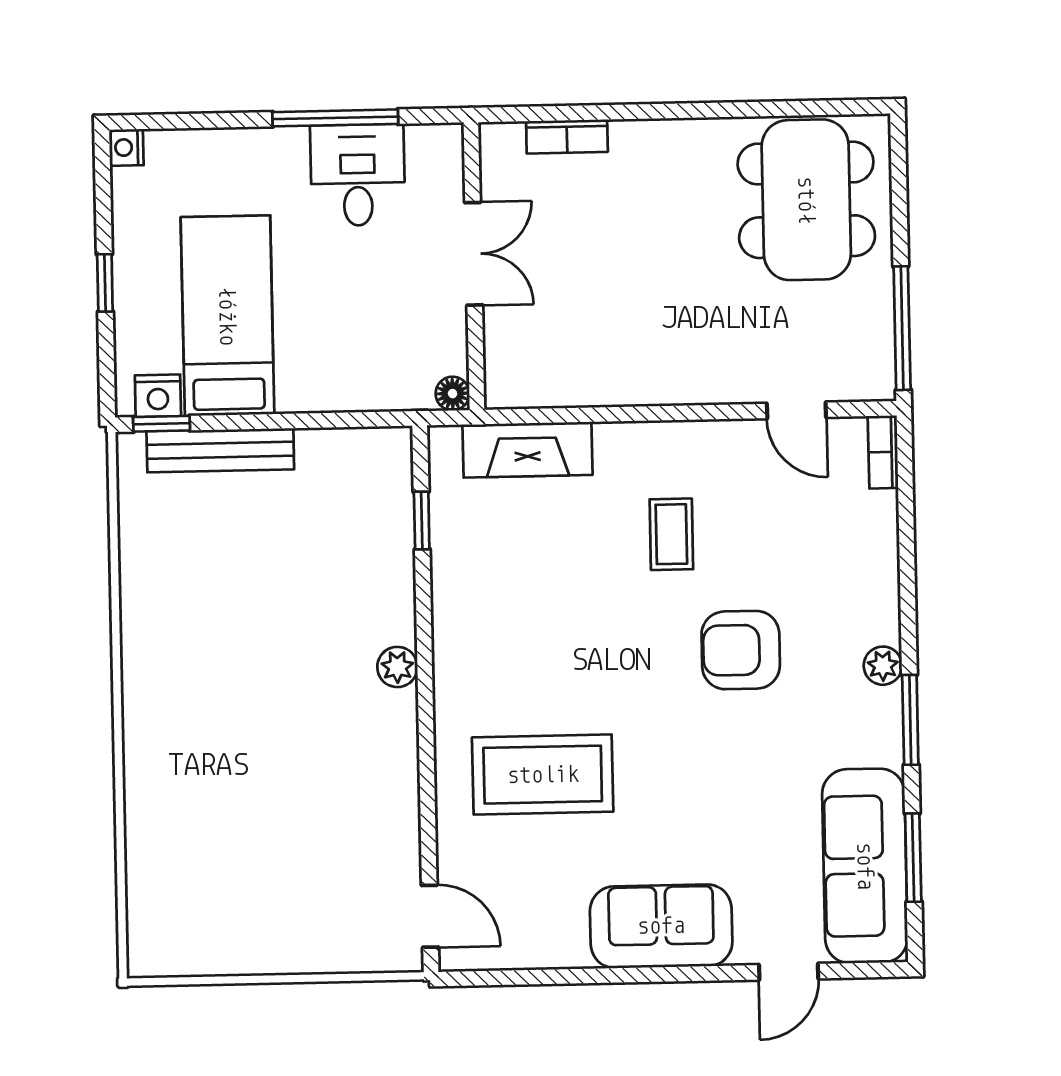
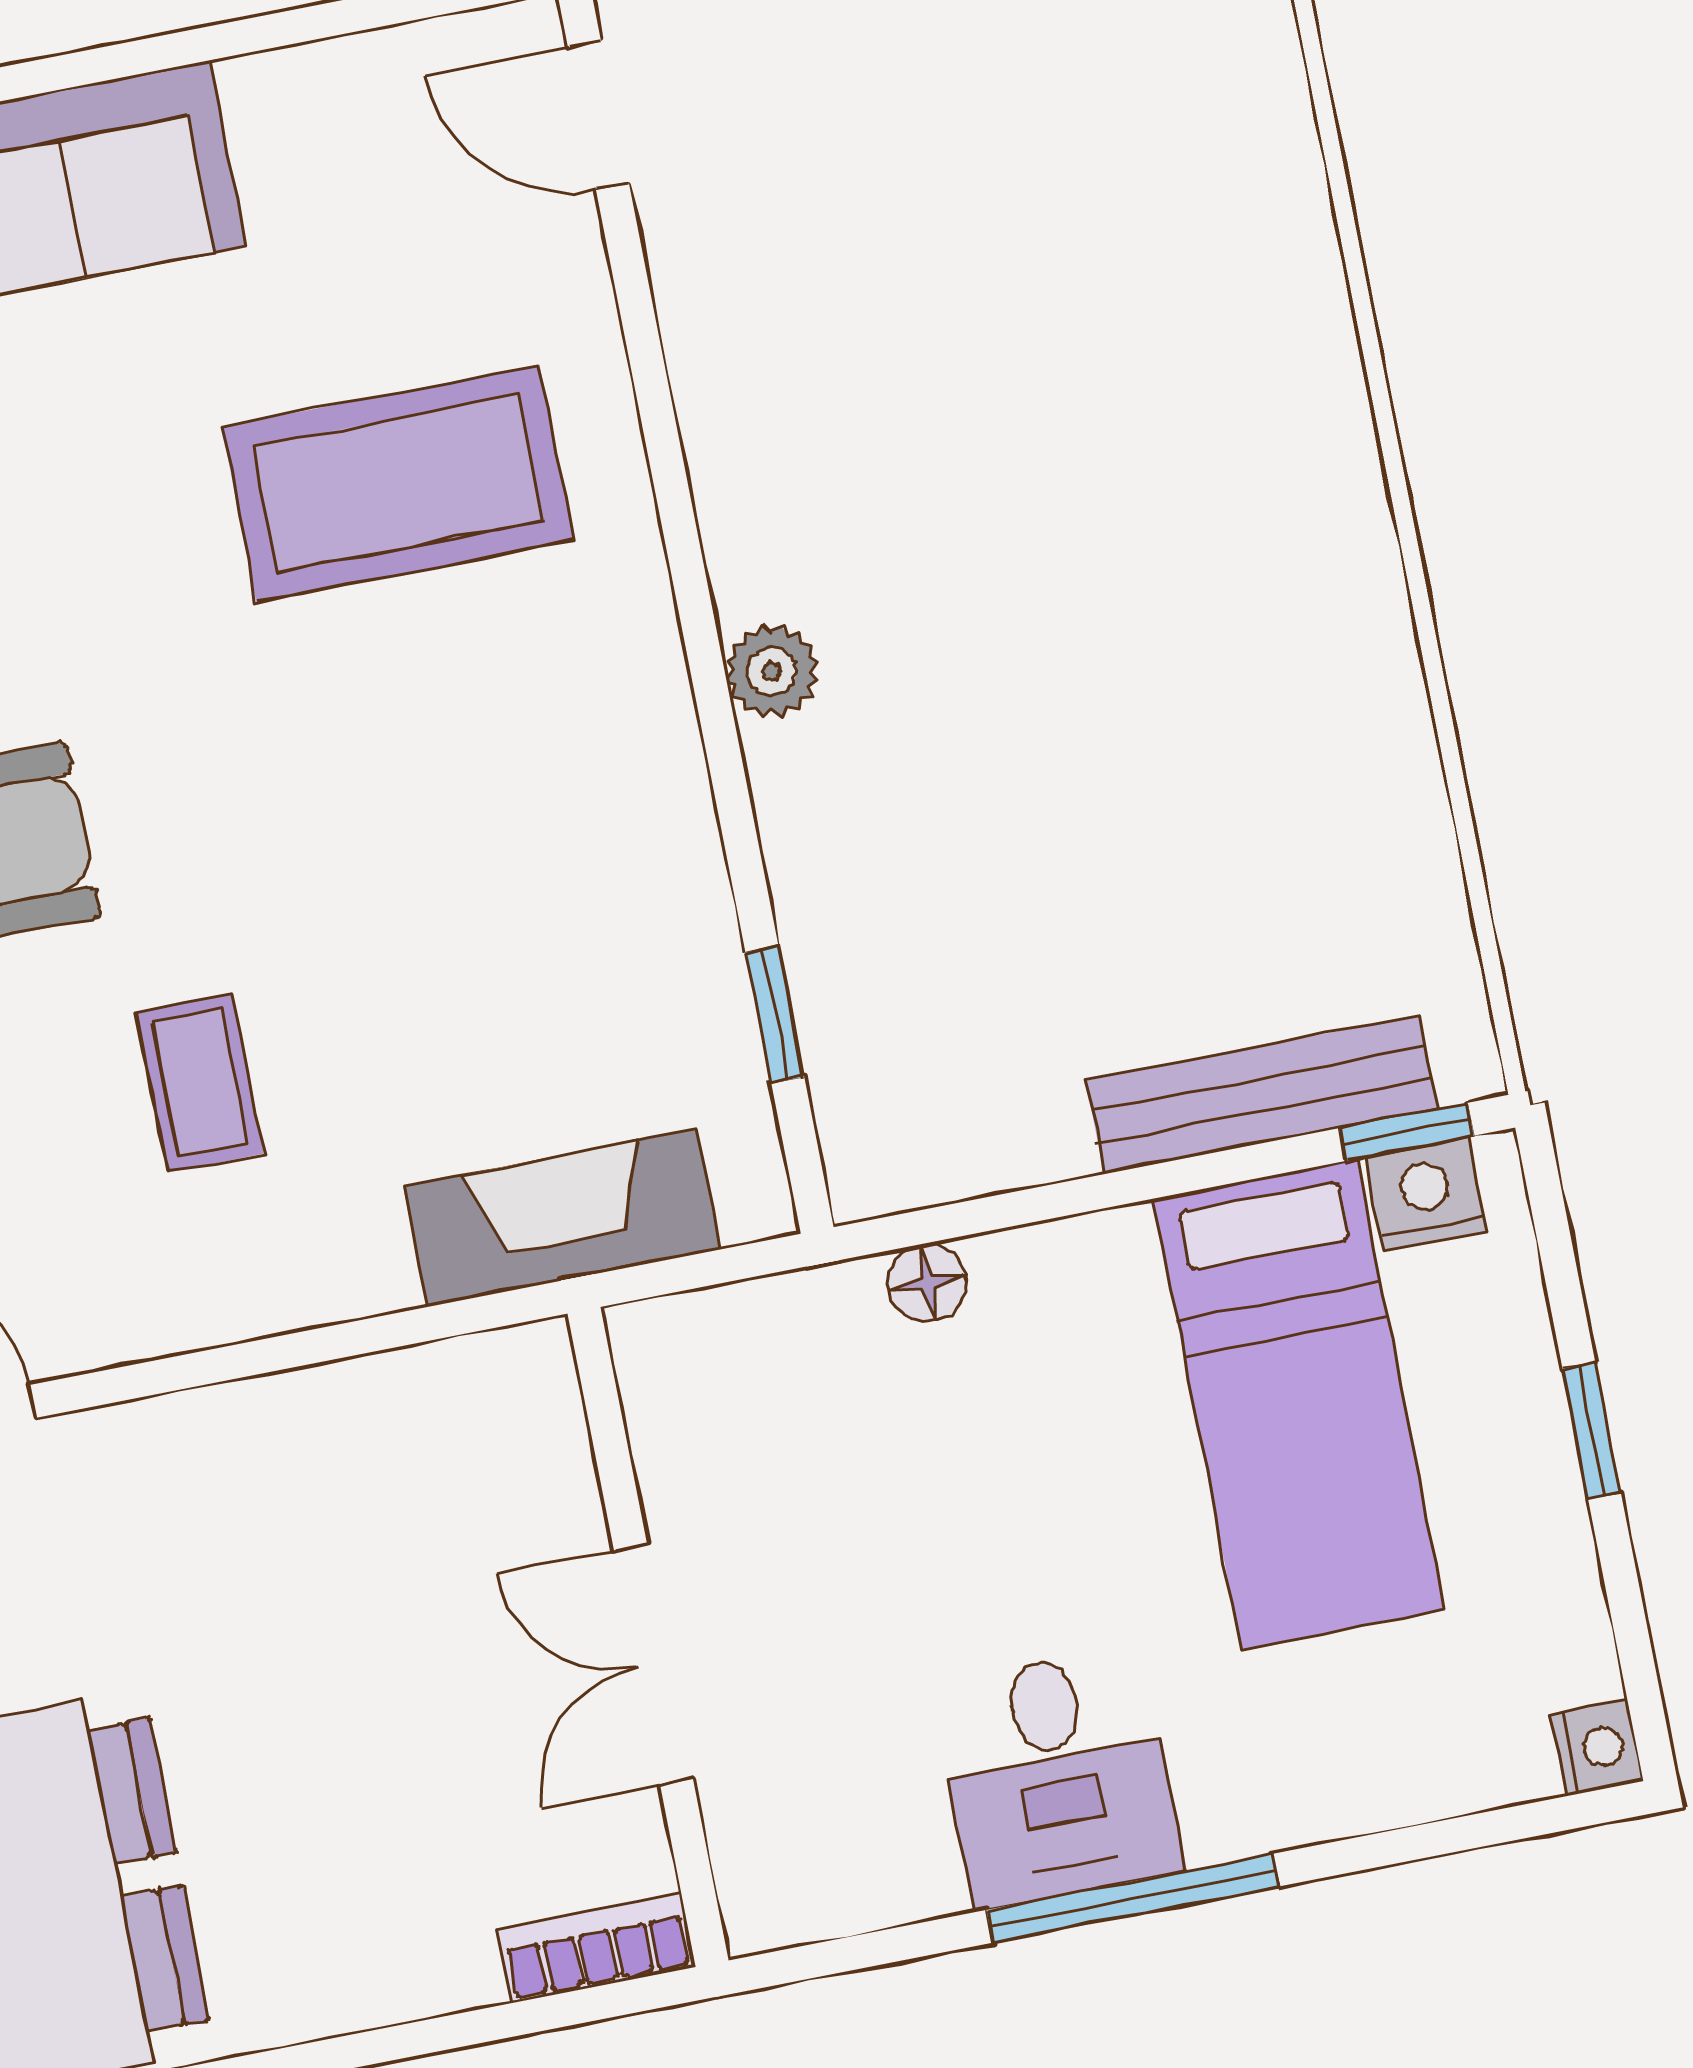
double door: (474, 254) -> (654, 1665), moved
wall: (474, 266) -> (648, 1637), moved
floor lamp: (452, 394) -> (927, 1283), moved

